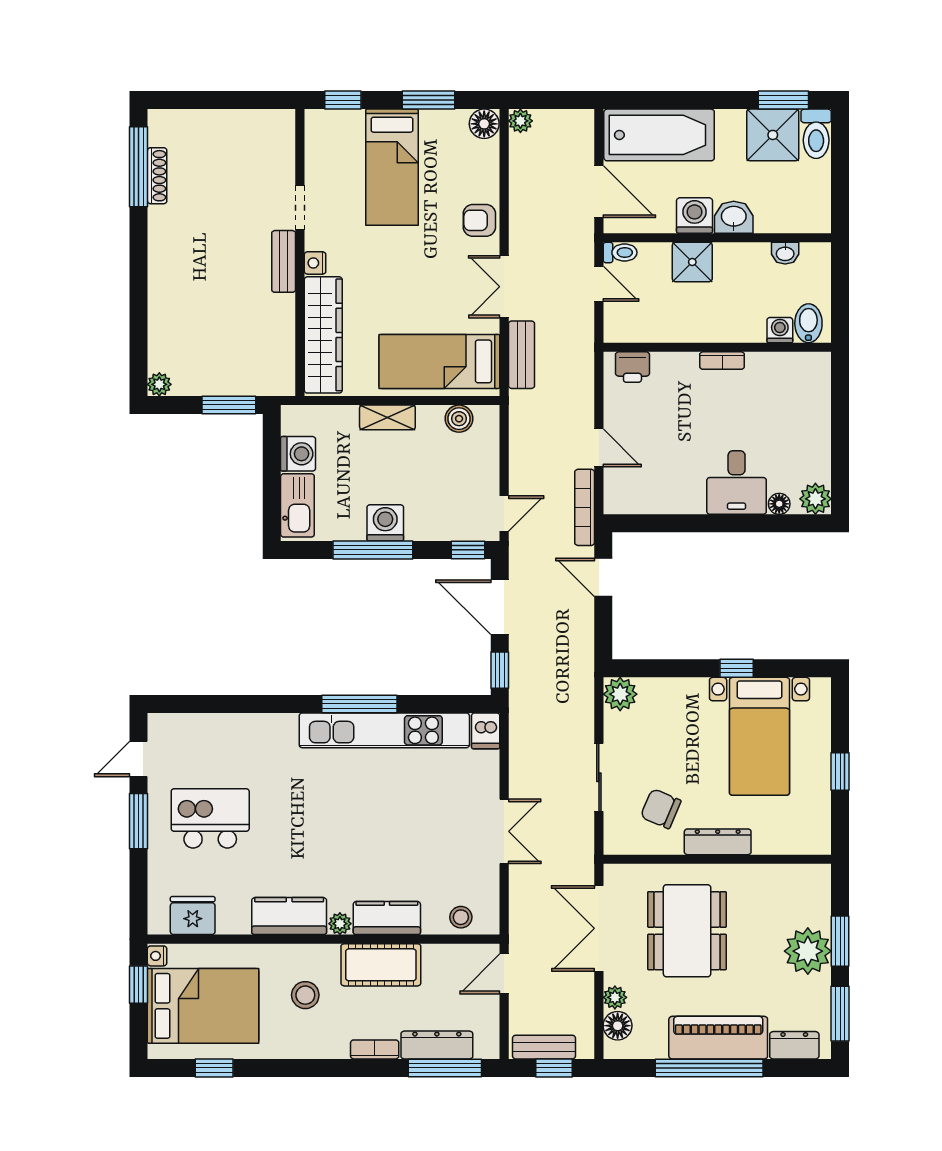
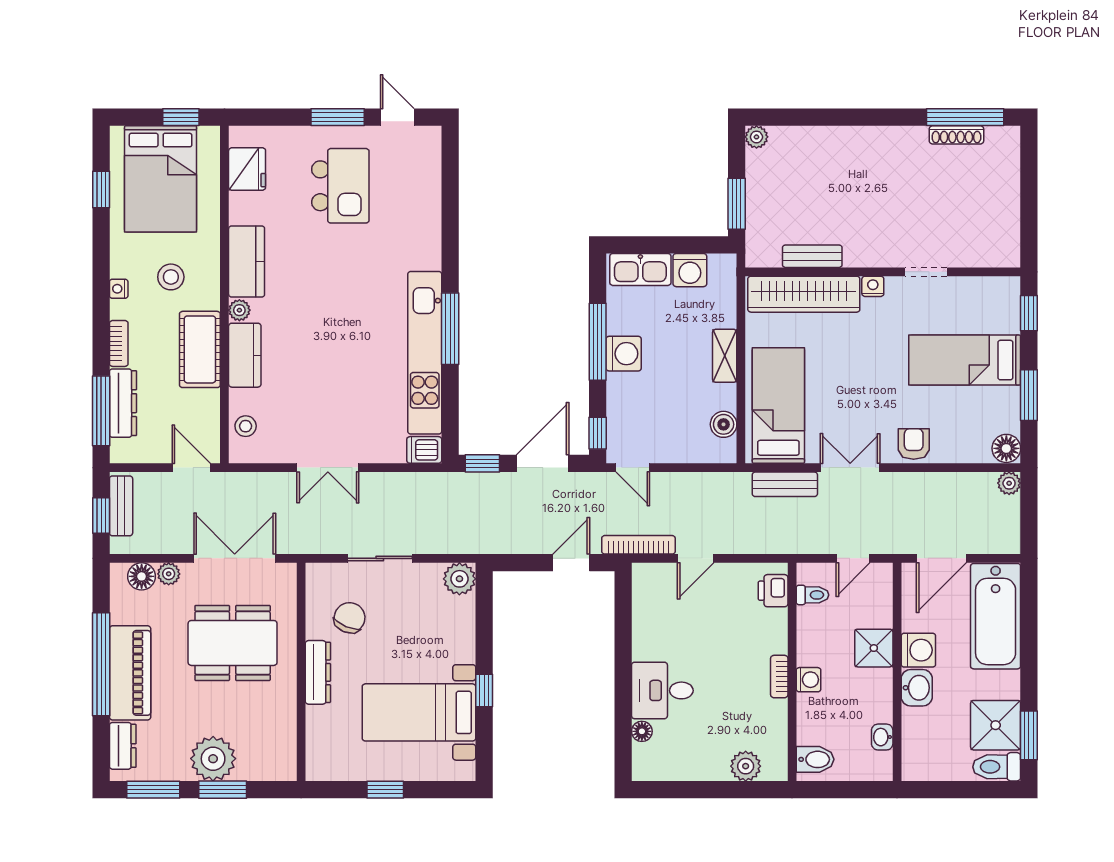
toilet: (620, 252) -> (812, 595), moved, turned -90
bench: (284, 261) -> (812, 256), moved
washing machine: (780, 330) -> (809, 680), moved
plant: (815, 499) -> (746, 766), moved
nightstand: (157, 956) -> (119, 289), moved, turned -90

